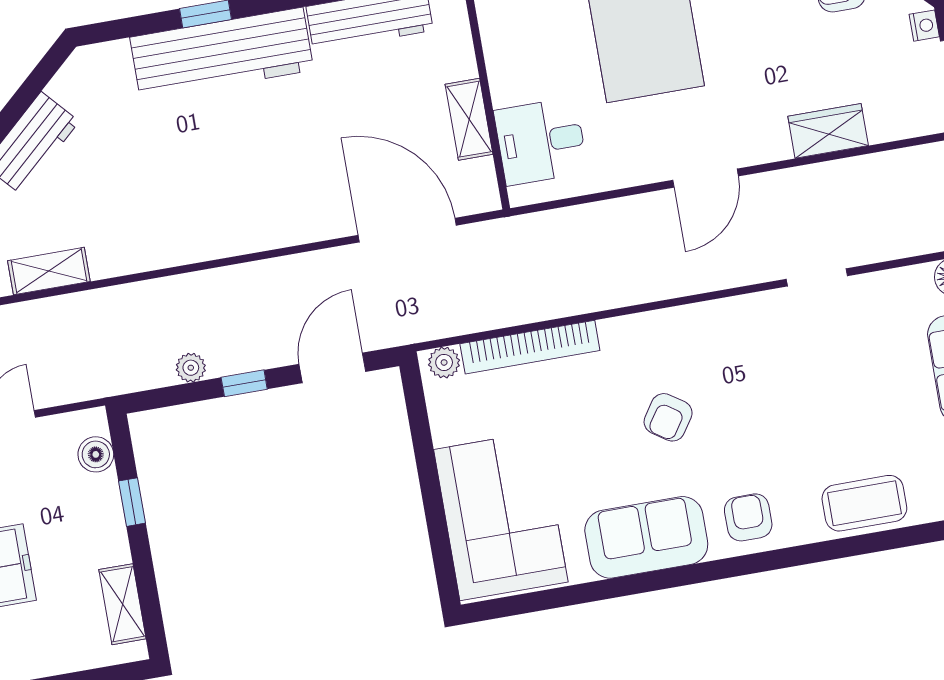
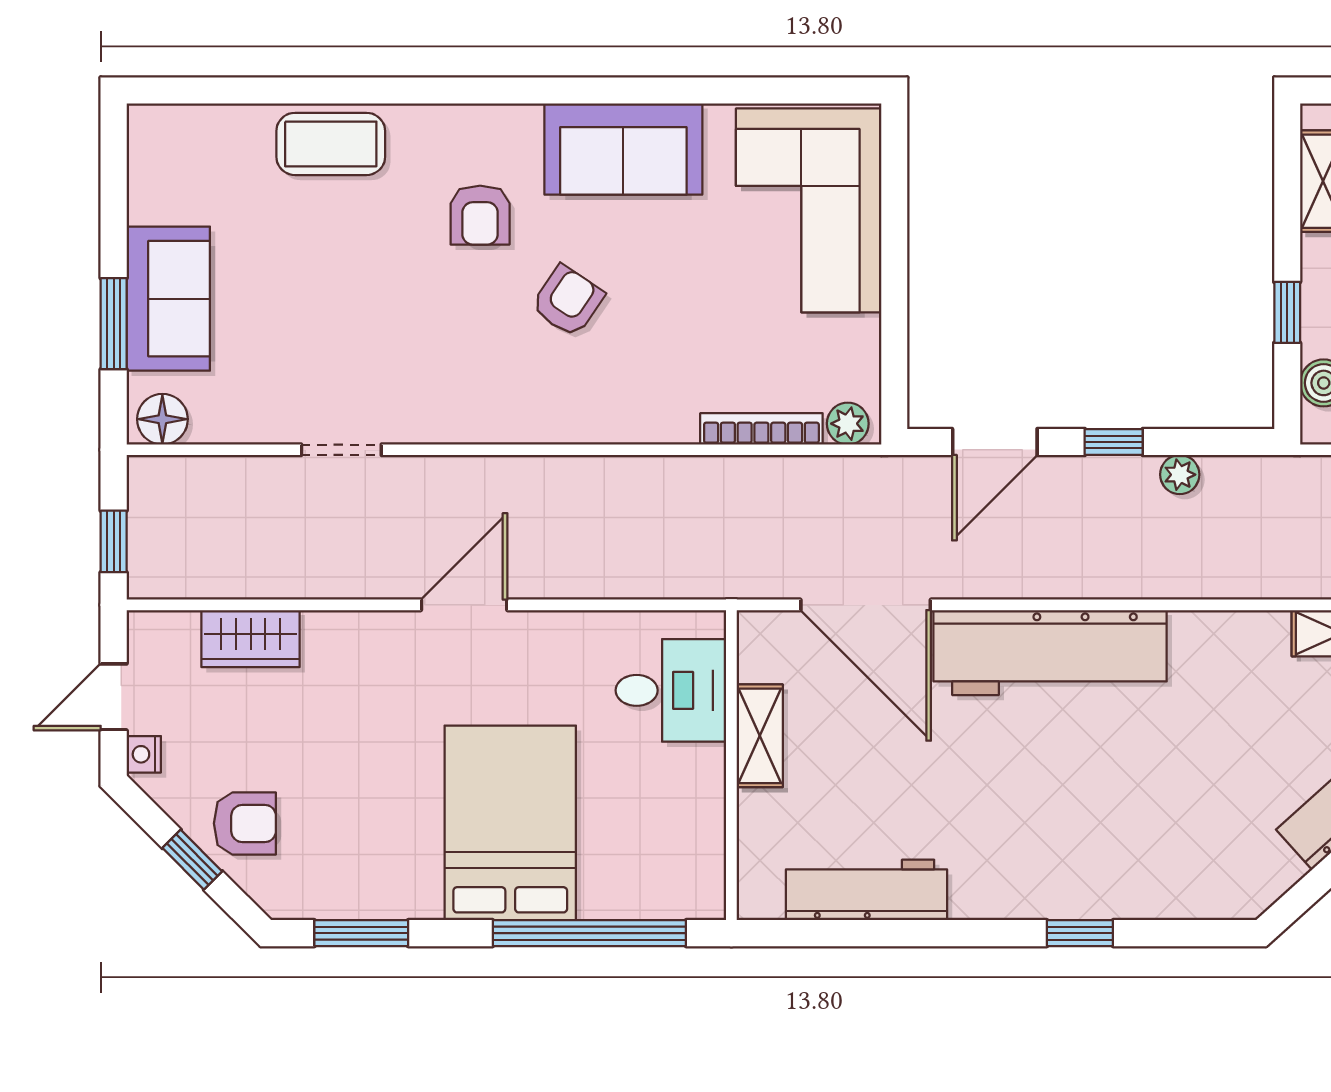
workbench: (222, 54) -> (1050, 653), moved, turned 180
wardrobe: (828, 131) -> (251, 639), moved
bookcase: (530, 347) -> (761, 429), width x0.68, depth x0.76
armchair: (748, 517) -> (480, 215), moved

